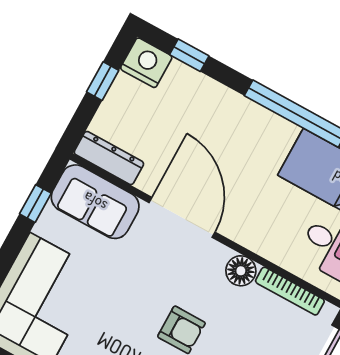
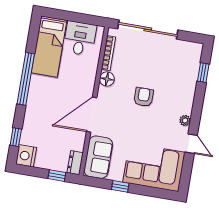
window: (103, 81) -> (57, 176), moved
dresser: (109, 158) -> (75, 163), width x0.70
window: (35, 204) -> (120, 186), moved

